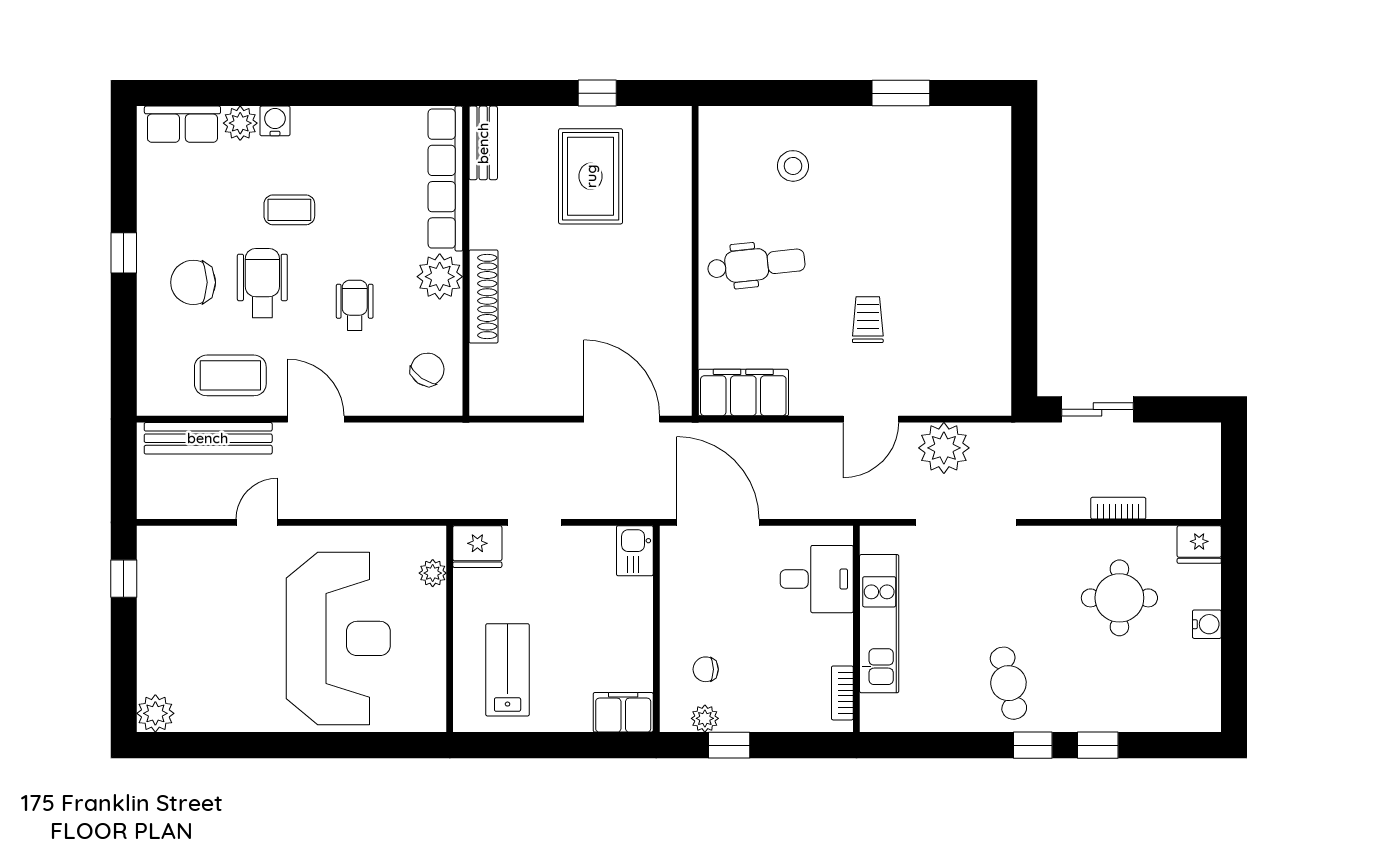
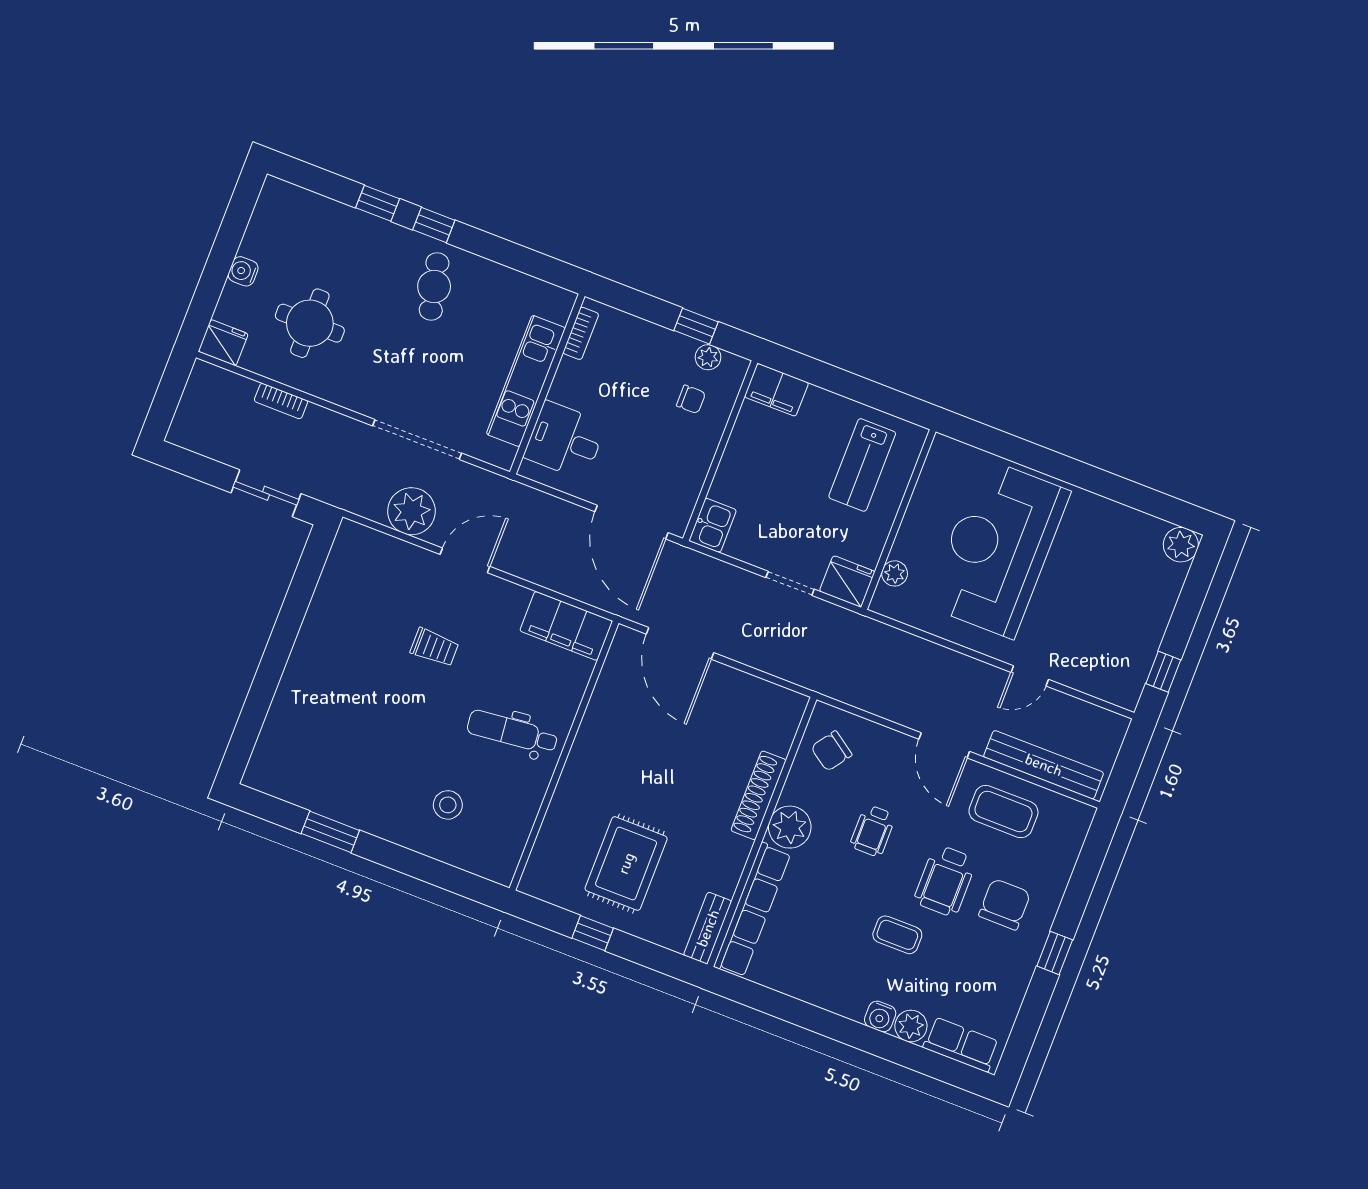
chair: (193, 282) -> (1005, 904), turned -90
trolley: (868, 320) -> (434, 647), turned -90

